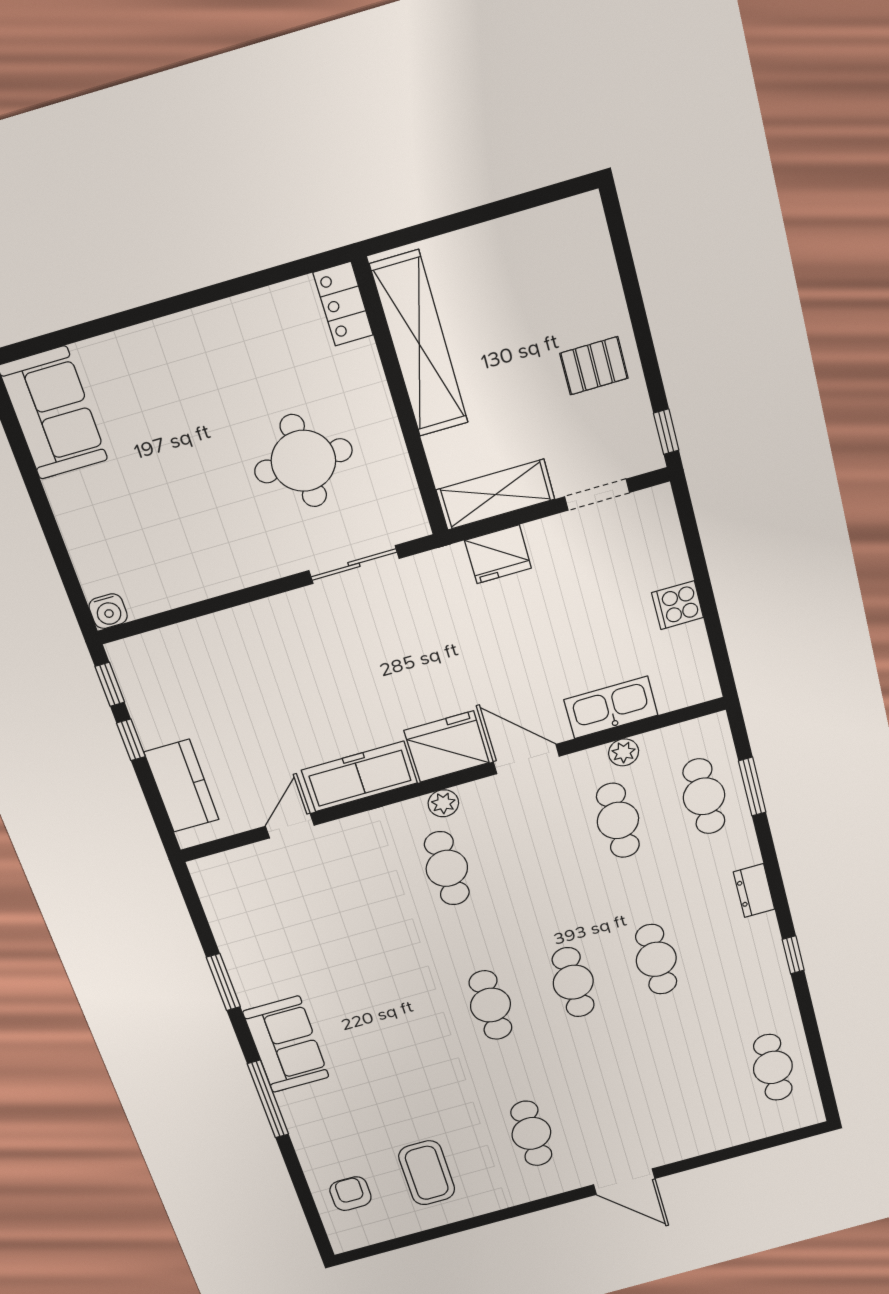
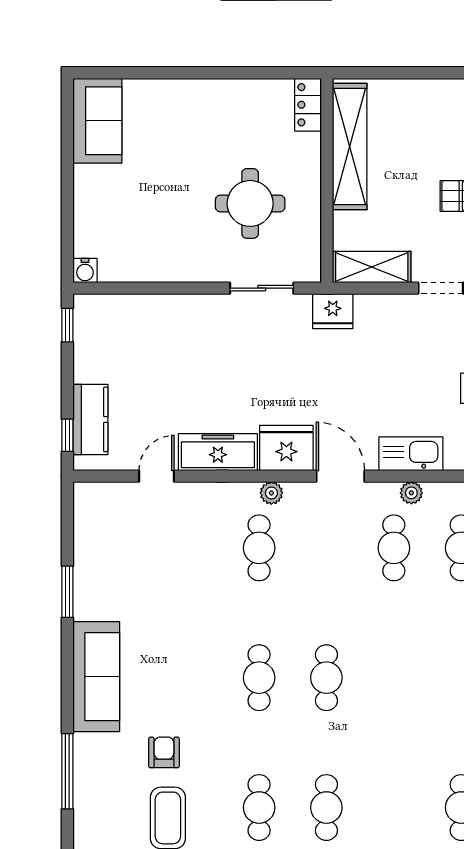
fridge: (498, 554) -> (333, 311), moved
window: (131, 740) -> (67, 435), moved
cafe table: (656, 959) -> (326, 808), moved
sofa: (286, 1044) -> (96, 677), width x1.36
window: (268, 1099) -> (67, 771), moved
armchair: (350, 1194) -> (164, 752), moved

